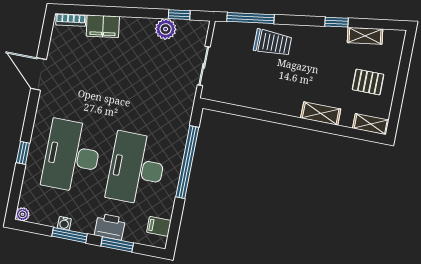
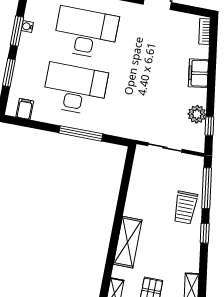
window: (336, 22) -> (205, 233), moved
filing cabinet: (103, 26) -> (198, 73), moved
shelving: (321, 113) -> (128, 242), width x1.50, depth x1.33
window: (187, 162) -> (81, 133), width x0.68
printer: (110, 227) -> (24, 66), removed

